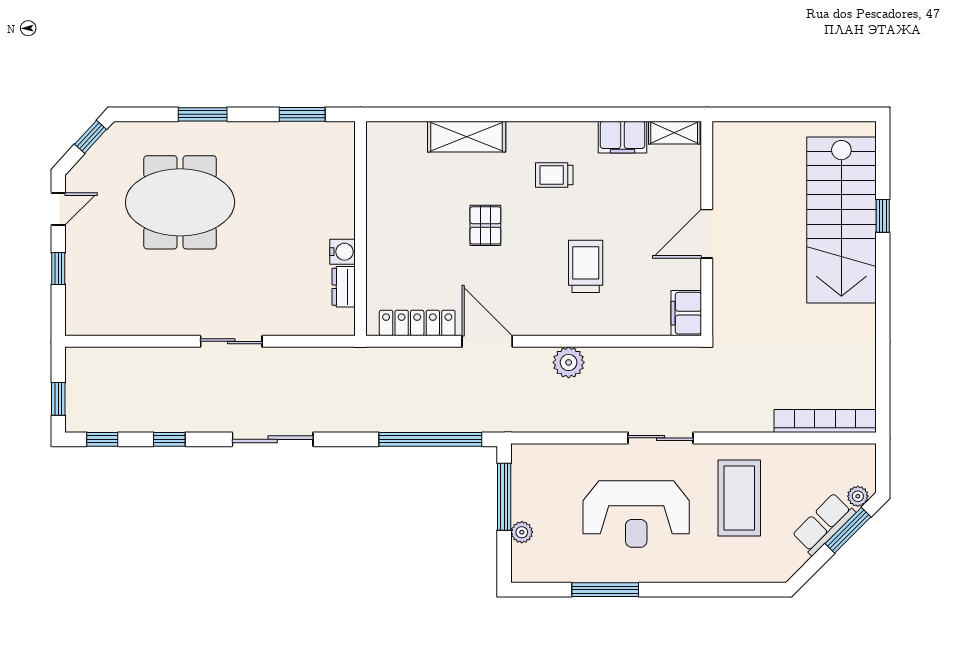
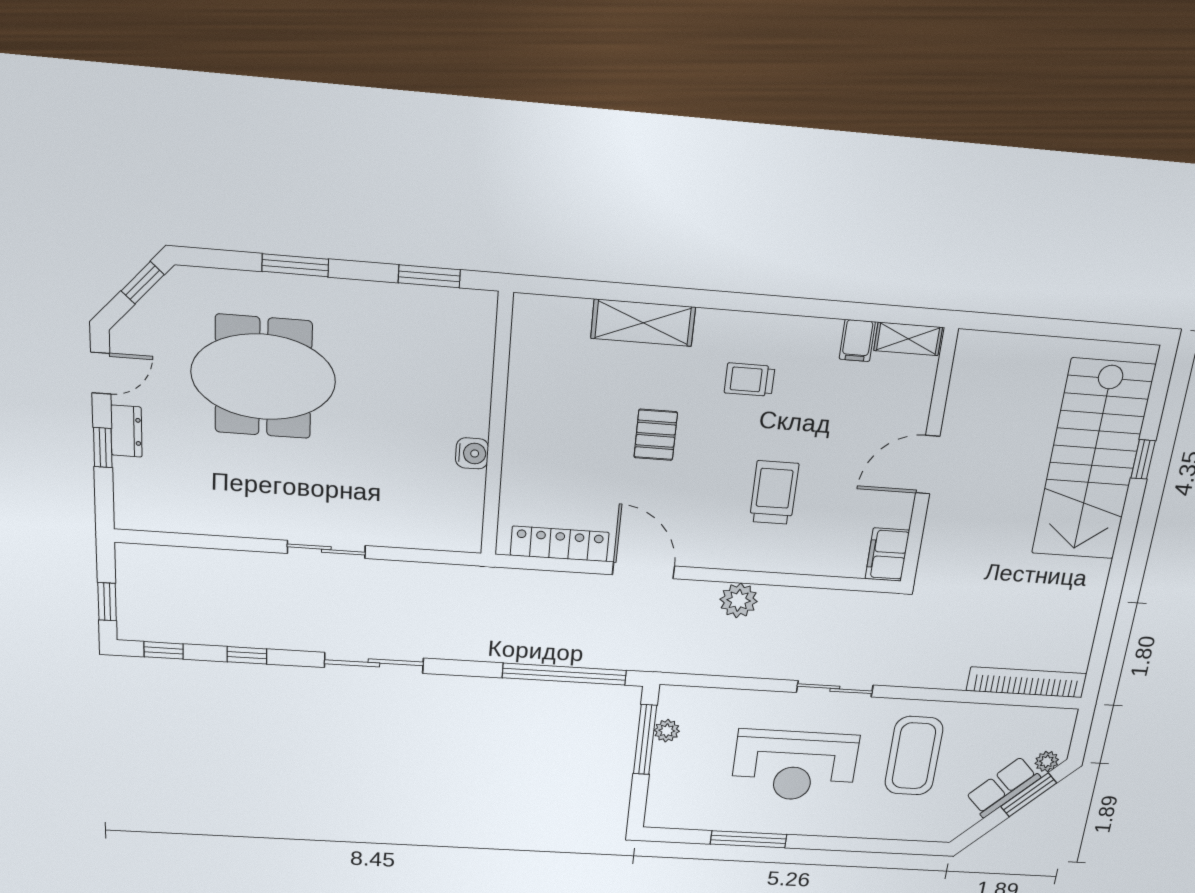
filing cabinet: (622, 137) -> (857, 340), width x0.50
dresser: (344, 287) -> (126, 431), moved, turned 180
plant: (522, 532) -> (667, 731), moved

